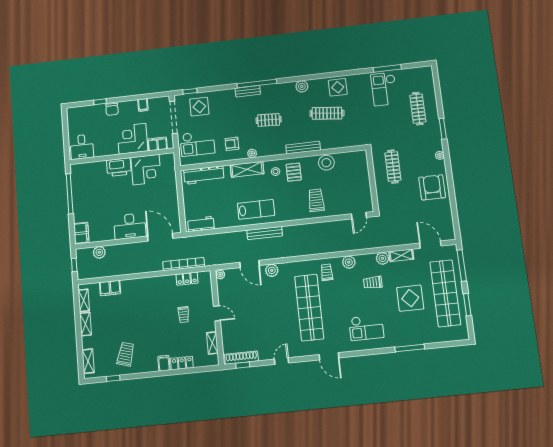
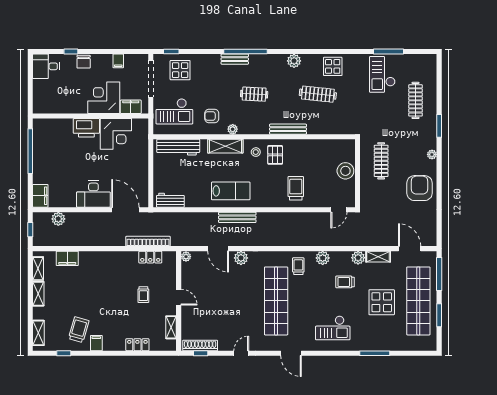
desk: (82, 147) -> (46, 66), moved, turned 90
stool: (326, 163) -> (345, 171), moved
filing cabinet: (164, 363) -> (96, 343), moved

